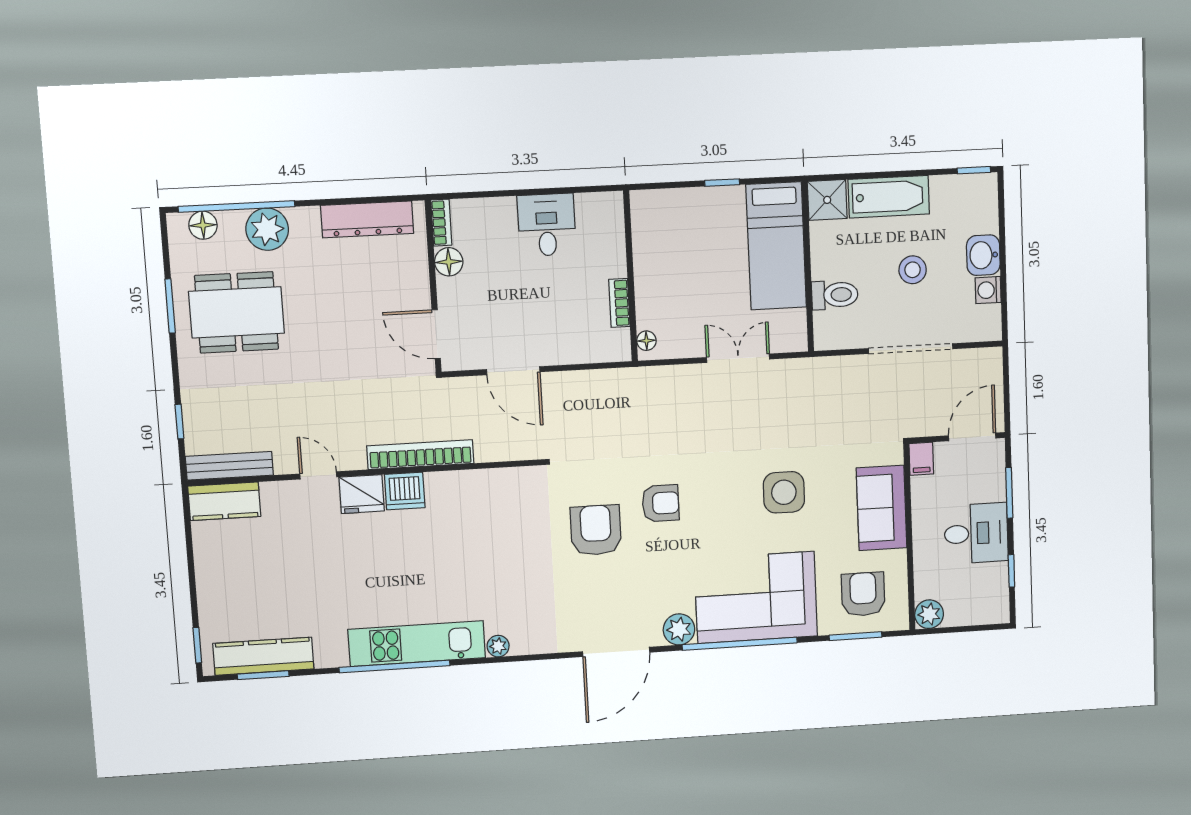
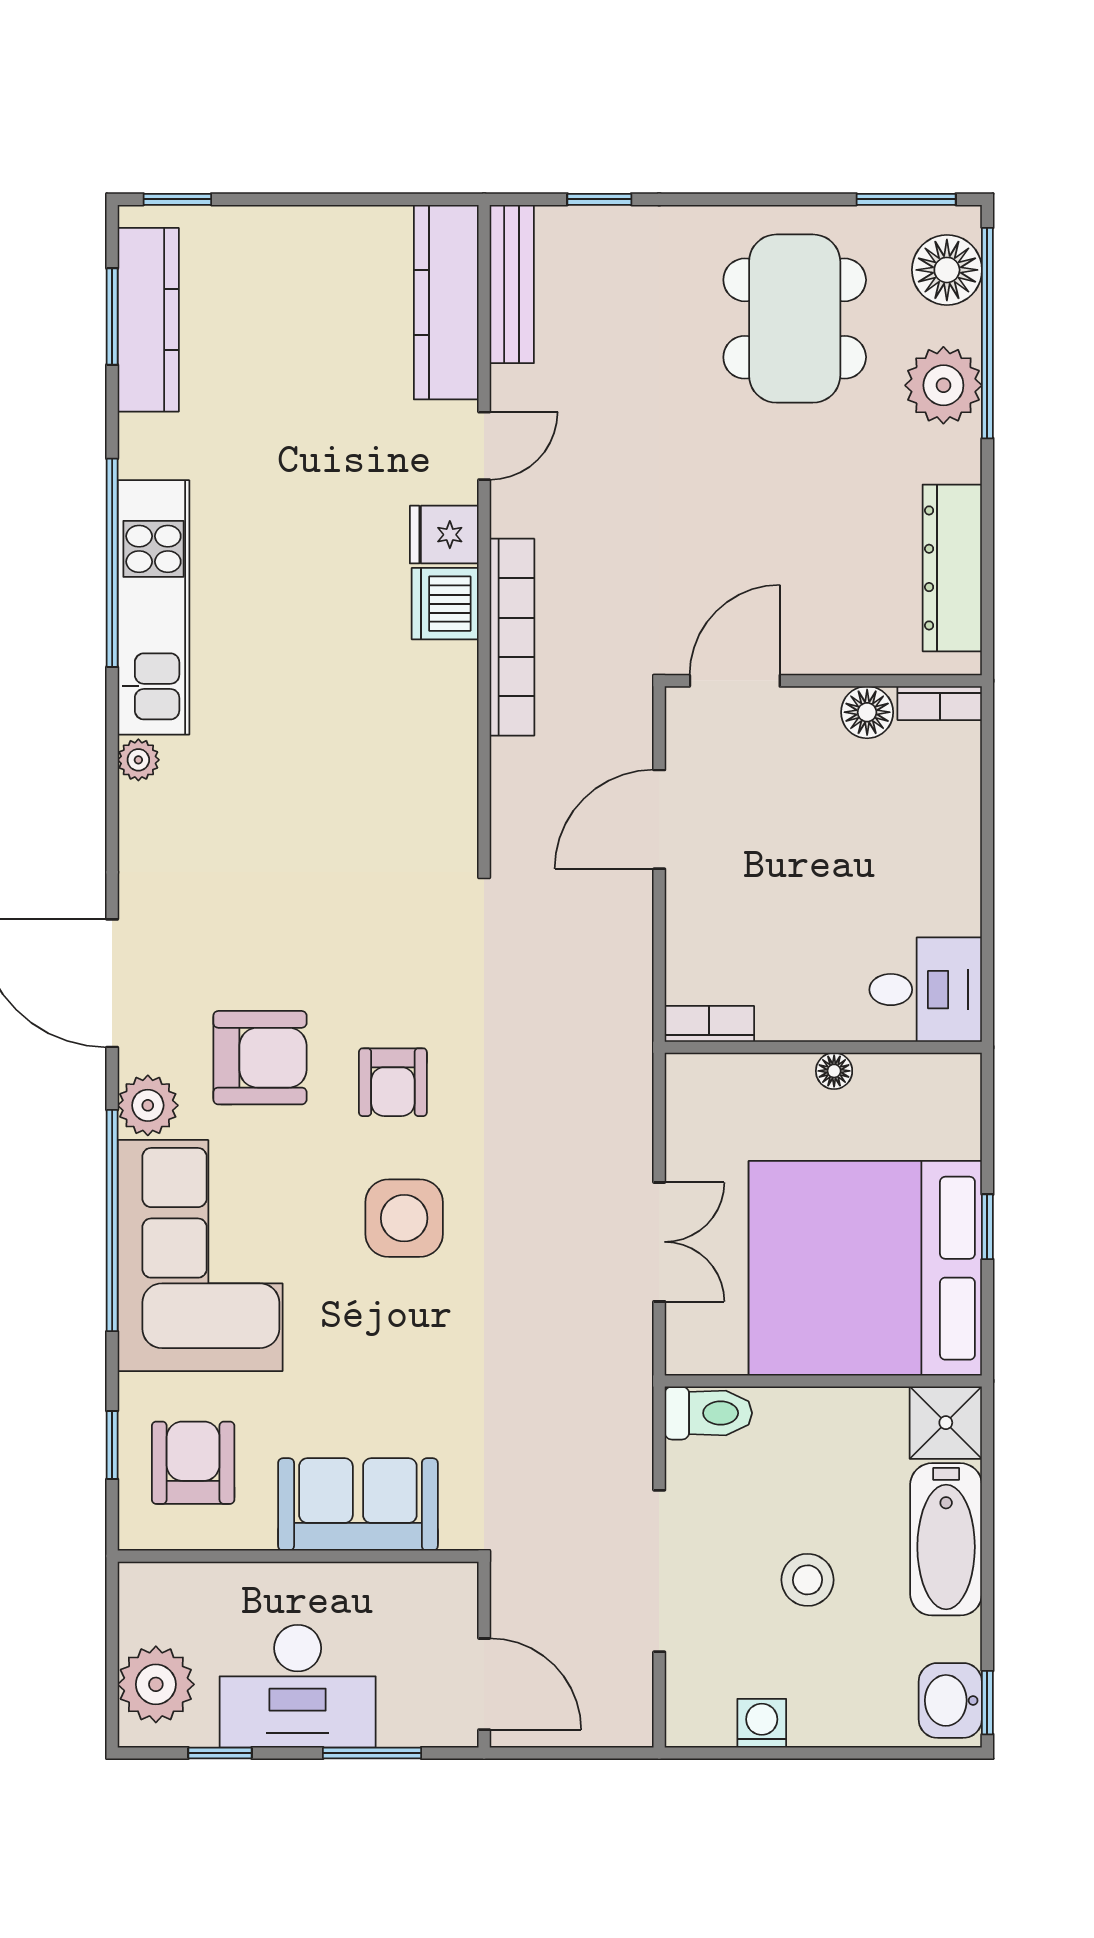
floor lamp: (203, 225) -> (947, 270), width x1.38, depth x1.38
desk: (547, 225) -> (926, 990), moved
bed: (776, 246) -> (865, 1268), width x2.04
washbasin: (983, 255) -> (950, 1700), moved, turned -90
toilet: (835, 295) -> (708, 1413), moved, turned -90
bookcase: (619, 303) -> (709, 1024), moved
window: (170, 306) -> (906, 199), moved
floor lamp: (646, 341) -> (834, 1071), moved
filing cabinet: (921, 459) -> (448, 1584), removed
side table: (784, 492) -> (404, 1218), moved
fridge: (362, 494) -> (444, 535), width x0.72
kitchen counter: (224, 501) -> (446, 302), width x1.50
armchair: (596, 530) -> (260, 1058), moved
desk: (976, 533) -> (298, 1686), width x1.37
armchair: (863, 594) -> (193, 1463), turned -90
plant: (929, 614) -> (156, 1684), moved, width x1.36, depth x1.36
window: (856, 636) -> (112, 1445), width x0.67

